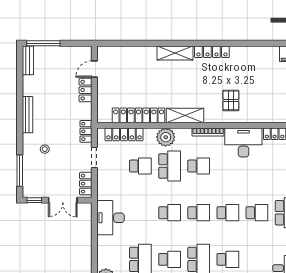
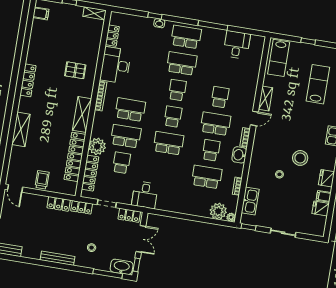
shelving: (175, 53) -> (21, 129), moved
door: (94, 69) -> (15, 188), moved
trolley: (108, 84) -> (42, 180), added
locker: (86, 90) -> (59, 204), moved
plant: (166, 137) -> (97, 146), moved
school desk: (199, 166) -> (130, 110), width x1.85
washbasin: (30, 184) -> (122, 267), added
school desk: (170, 213) -> (168, 143), width x1.85
school desk: (257, 213) -> (182, 63), width x1.85
desk: (110, 218) -> (145, 195), moved, width x0.73

